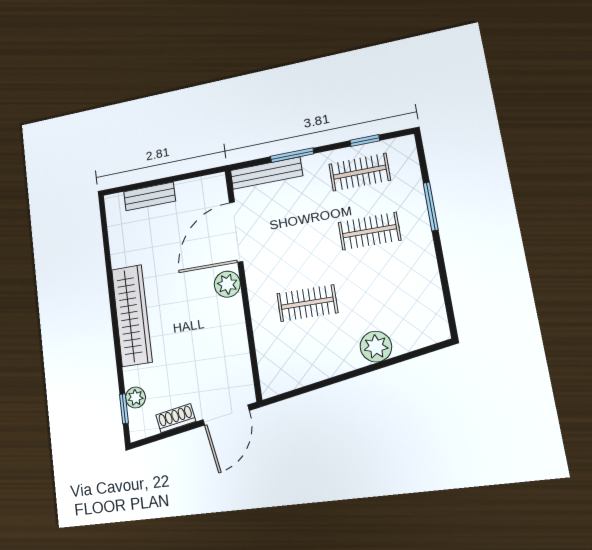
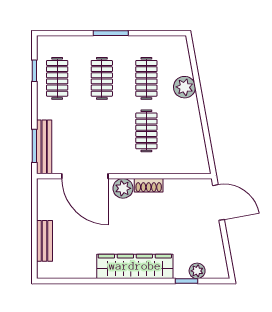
window: (292, 155) -> (34, 146), moved
window: (431, 206) -> (111, 33), moved
clothes rail: (380, 292) -> (146, 78), added
window: (124, 409) -> (187, 281), moved
shoe rack: (176, 418) -> (149, 185), moved, turned -80

